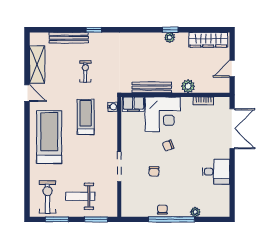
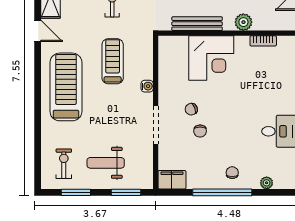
filing cabinet: (133, 104) -> (172, 180), moved, turned 180
water cooler: (113, 107) -> (147, 86), moved
chair: (168, 146) -> (191, 109), moved
exercise bike: (47, 197) -> (64, 164), width x0.73, depth x0.72
chair: (162, 210) -> (232, 173), moved
plant: (195, 212) -> (267, 183), moved

